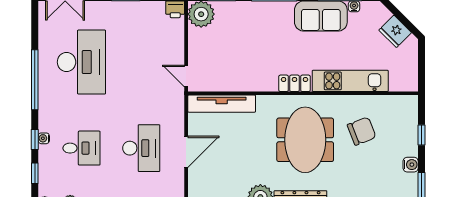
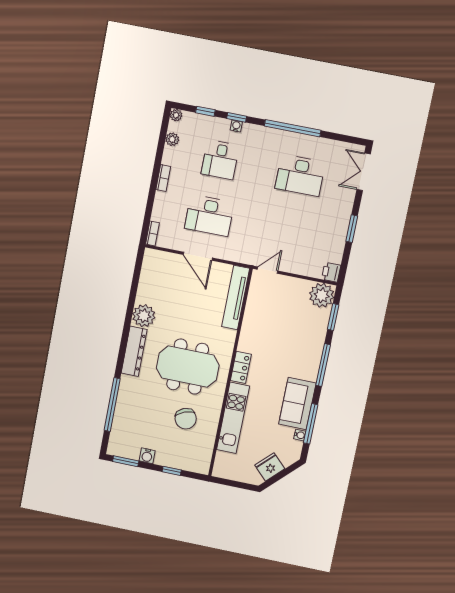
desk: (81, 62) -> (300, 175), width x0.73, depth x0.77

